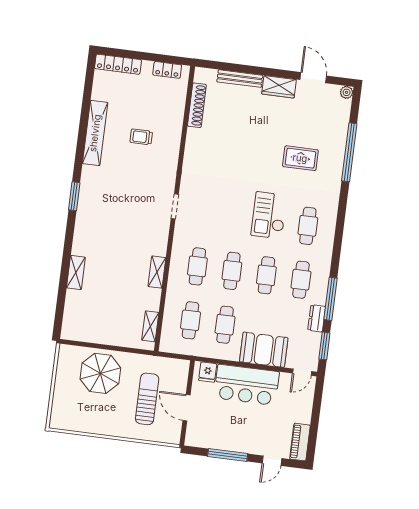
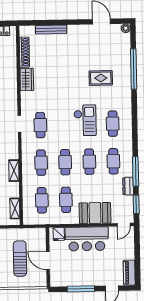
wardrobe: (279, 87) -> (27, 80), moved, turned -90
cafe table: (204, 213) -> (40, 125), added
checkout: (269, 215) -> (85, 120), turned 180

